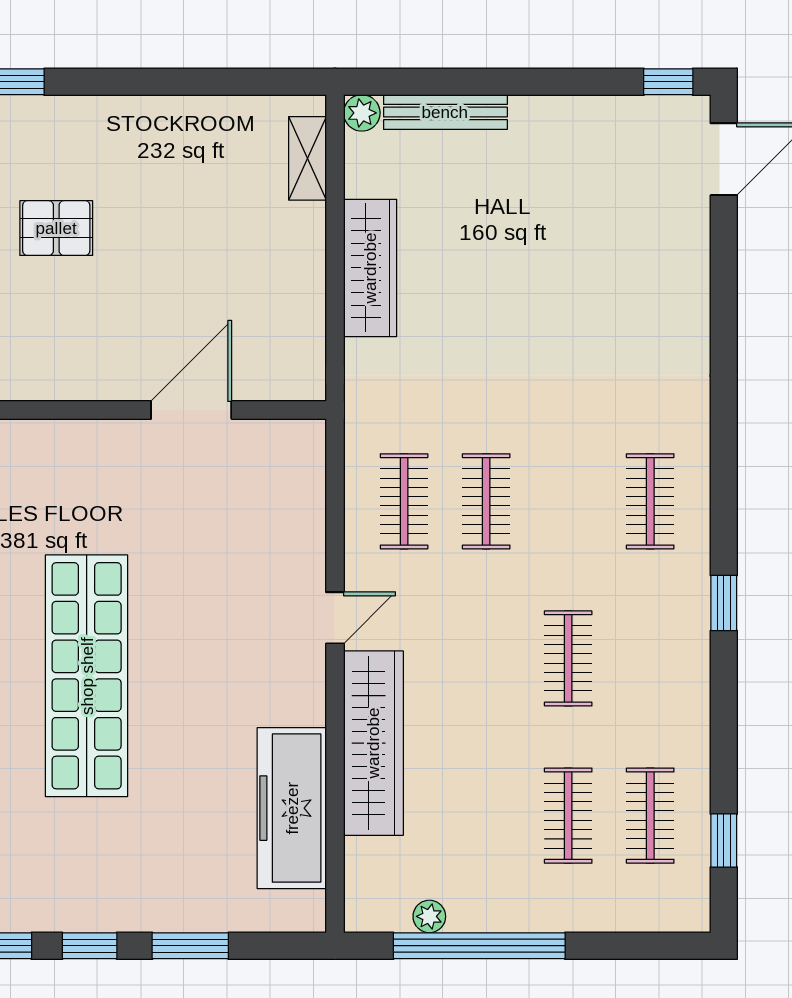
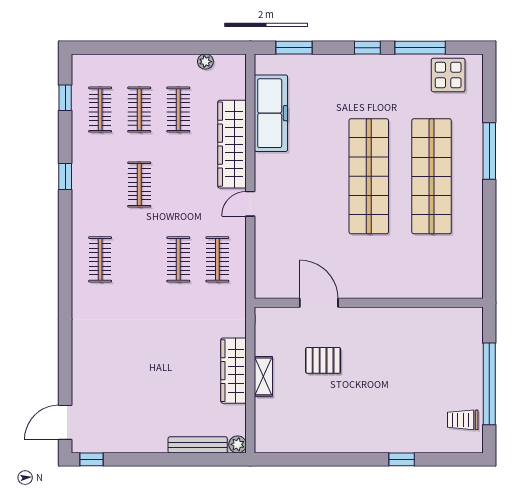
shelving: (307, 158) -> (263, 376), moved
pallet: (56, 228) -> (323, 360), moved
door: (191, 410) -> (319, 303), swing flipped
window: (724, 603) -> (65, 176), moved
clothes rail: (486, 816) -> (178, 110), added
window: (190, 946) -> (294, 48), moved
window: (479, 946) -> (182, 48), removed

